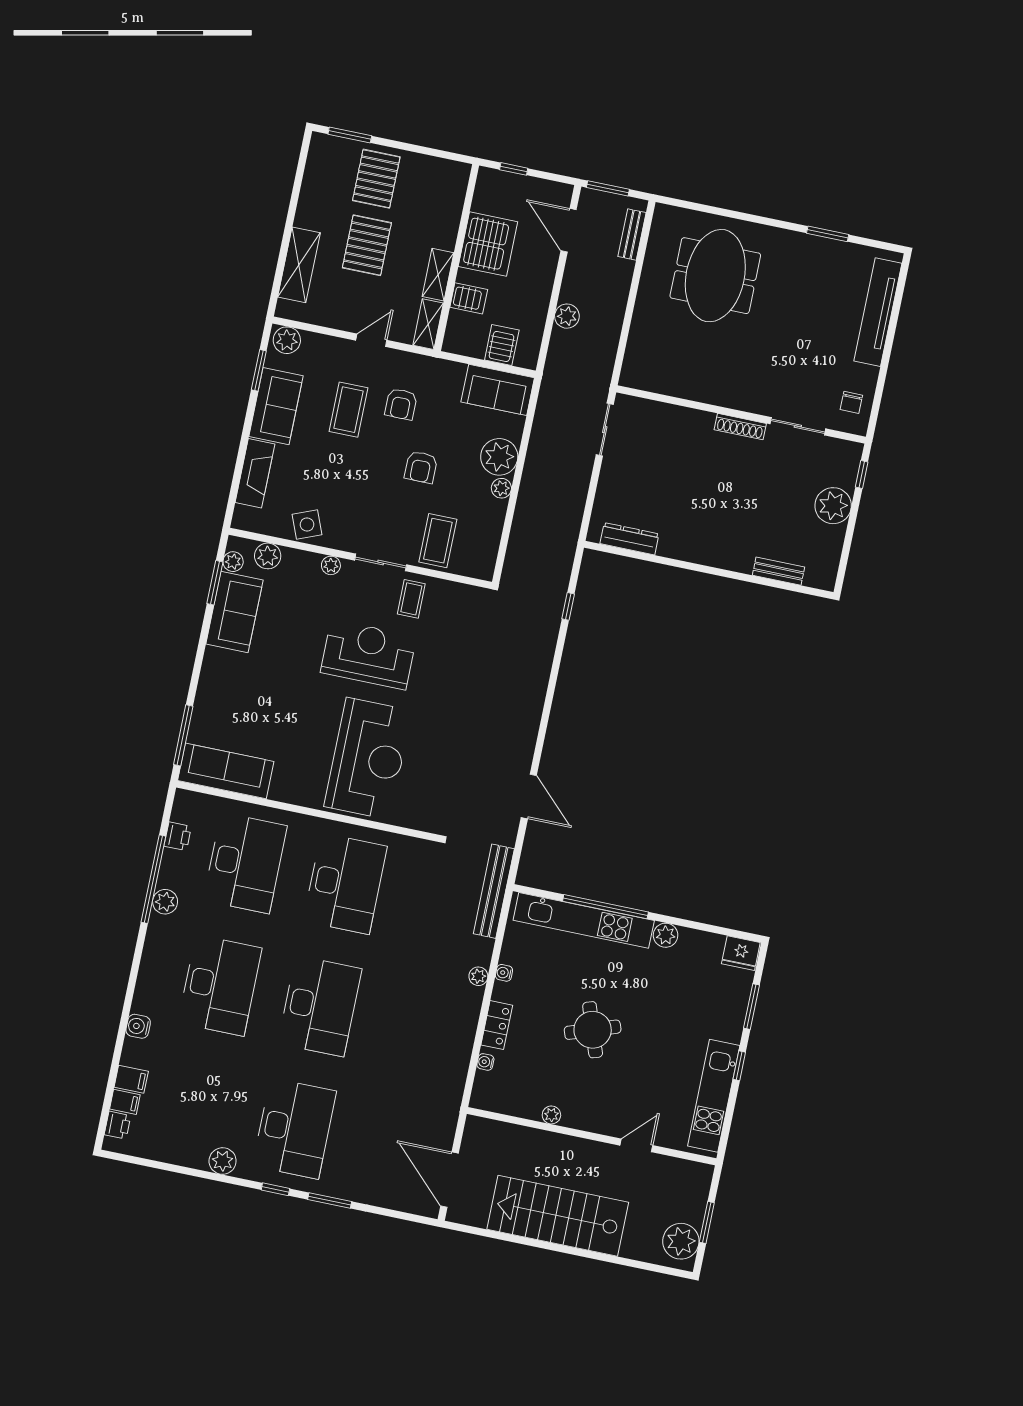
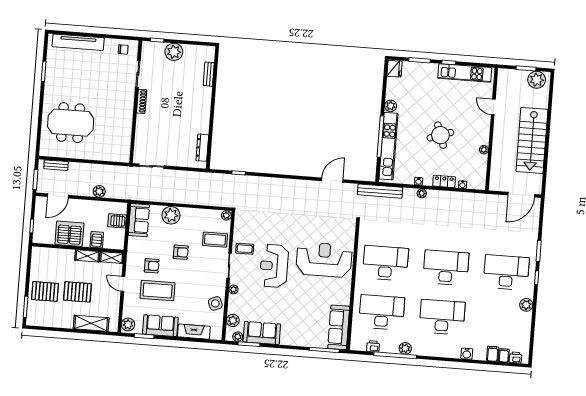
coffee table: (349, 410) -> (158, 291), width x1.36, depth x1.32
plant: (501, 488) -> (226, 215), moved

